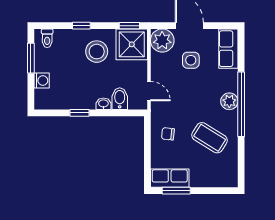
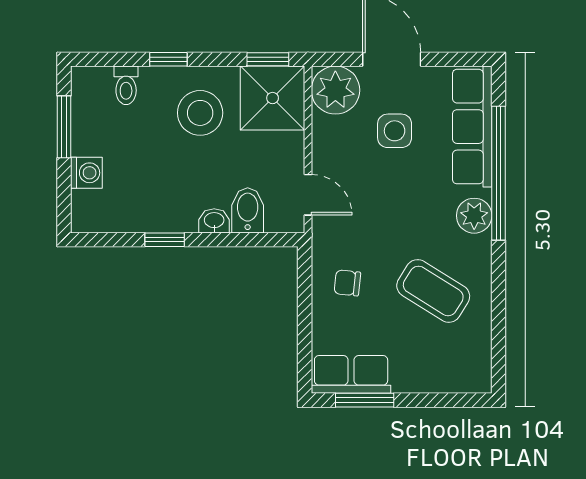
toilet: (47, 38) -> (126, 85), moved
row of seats: (228, 49) -> (472, 127), width x1.48
window: (241, 104) -> (498, 173), moved

